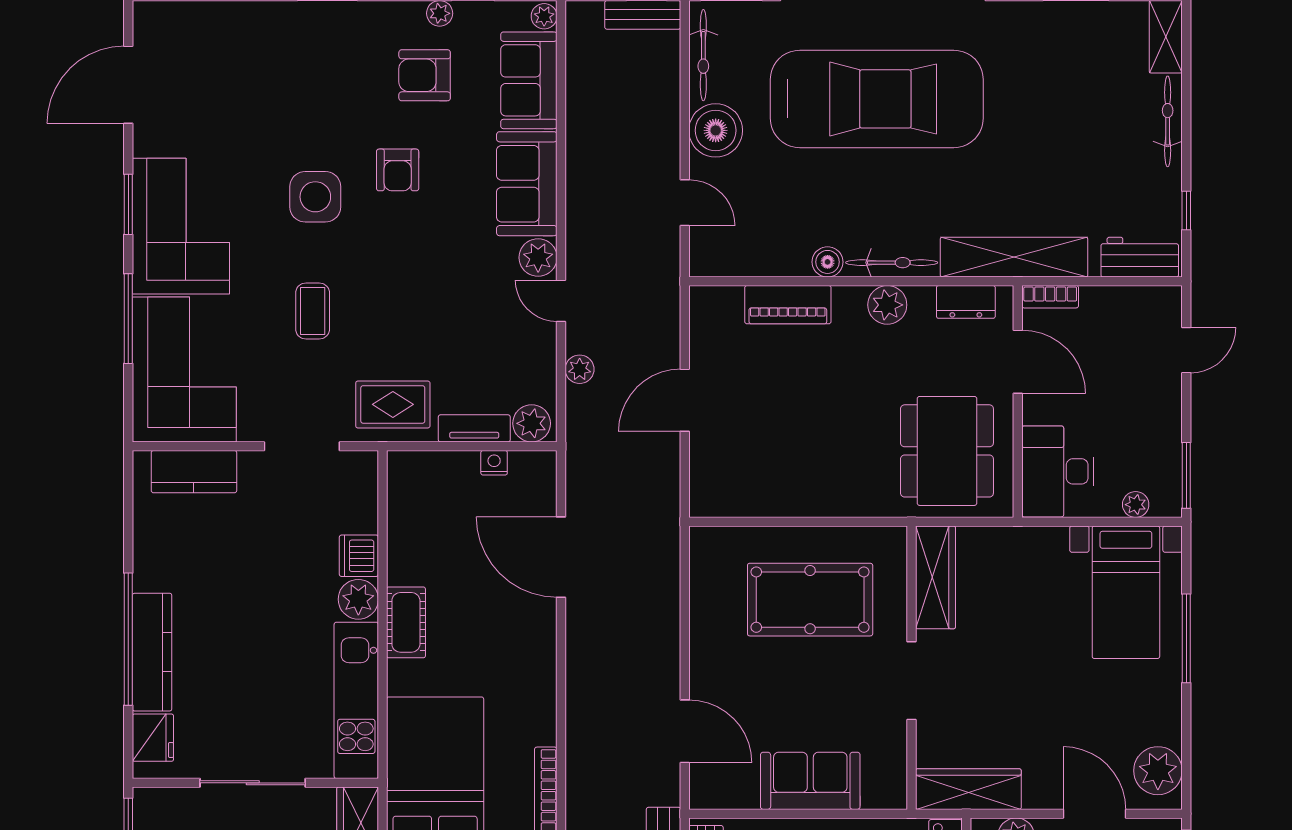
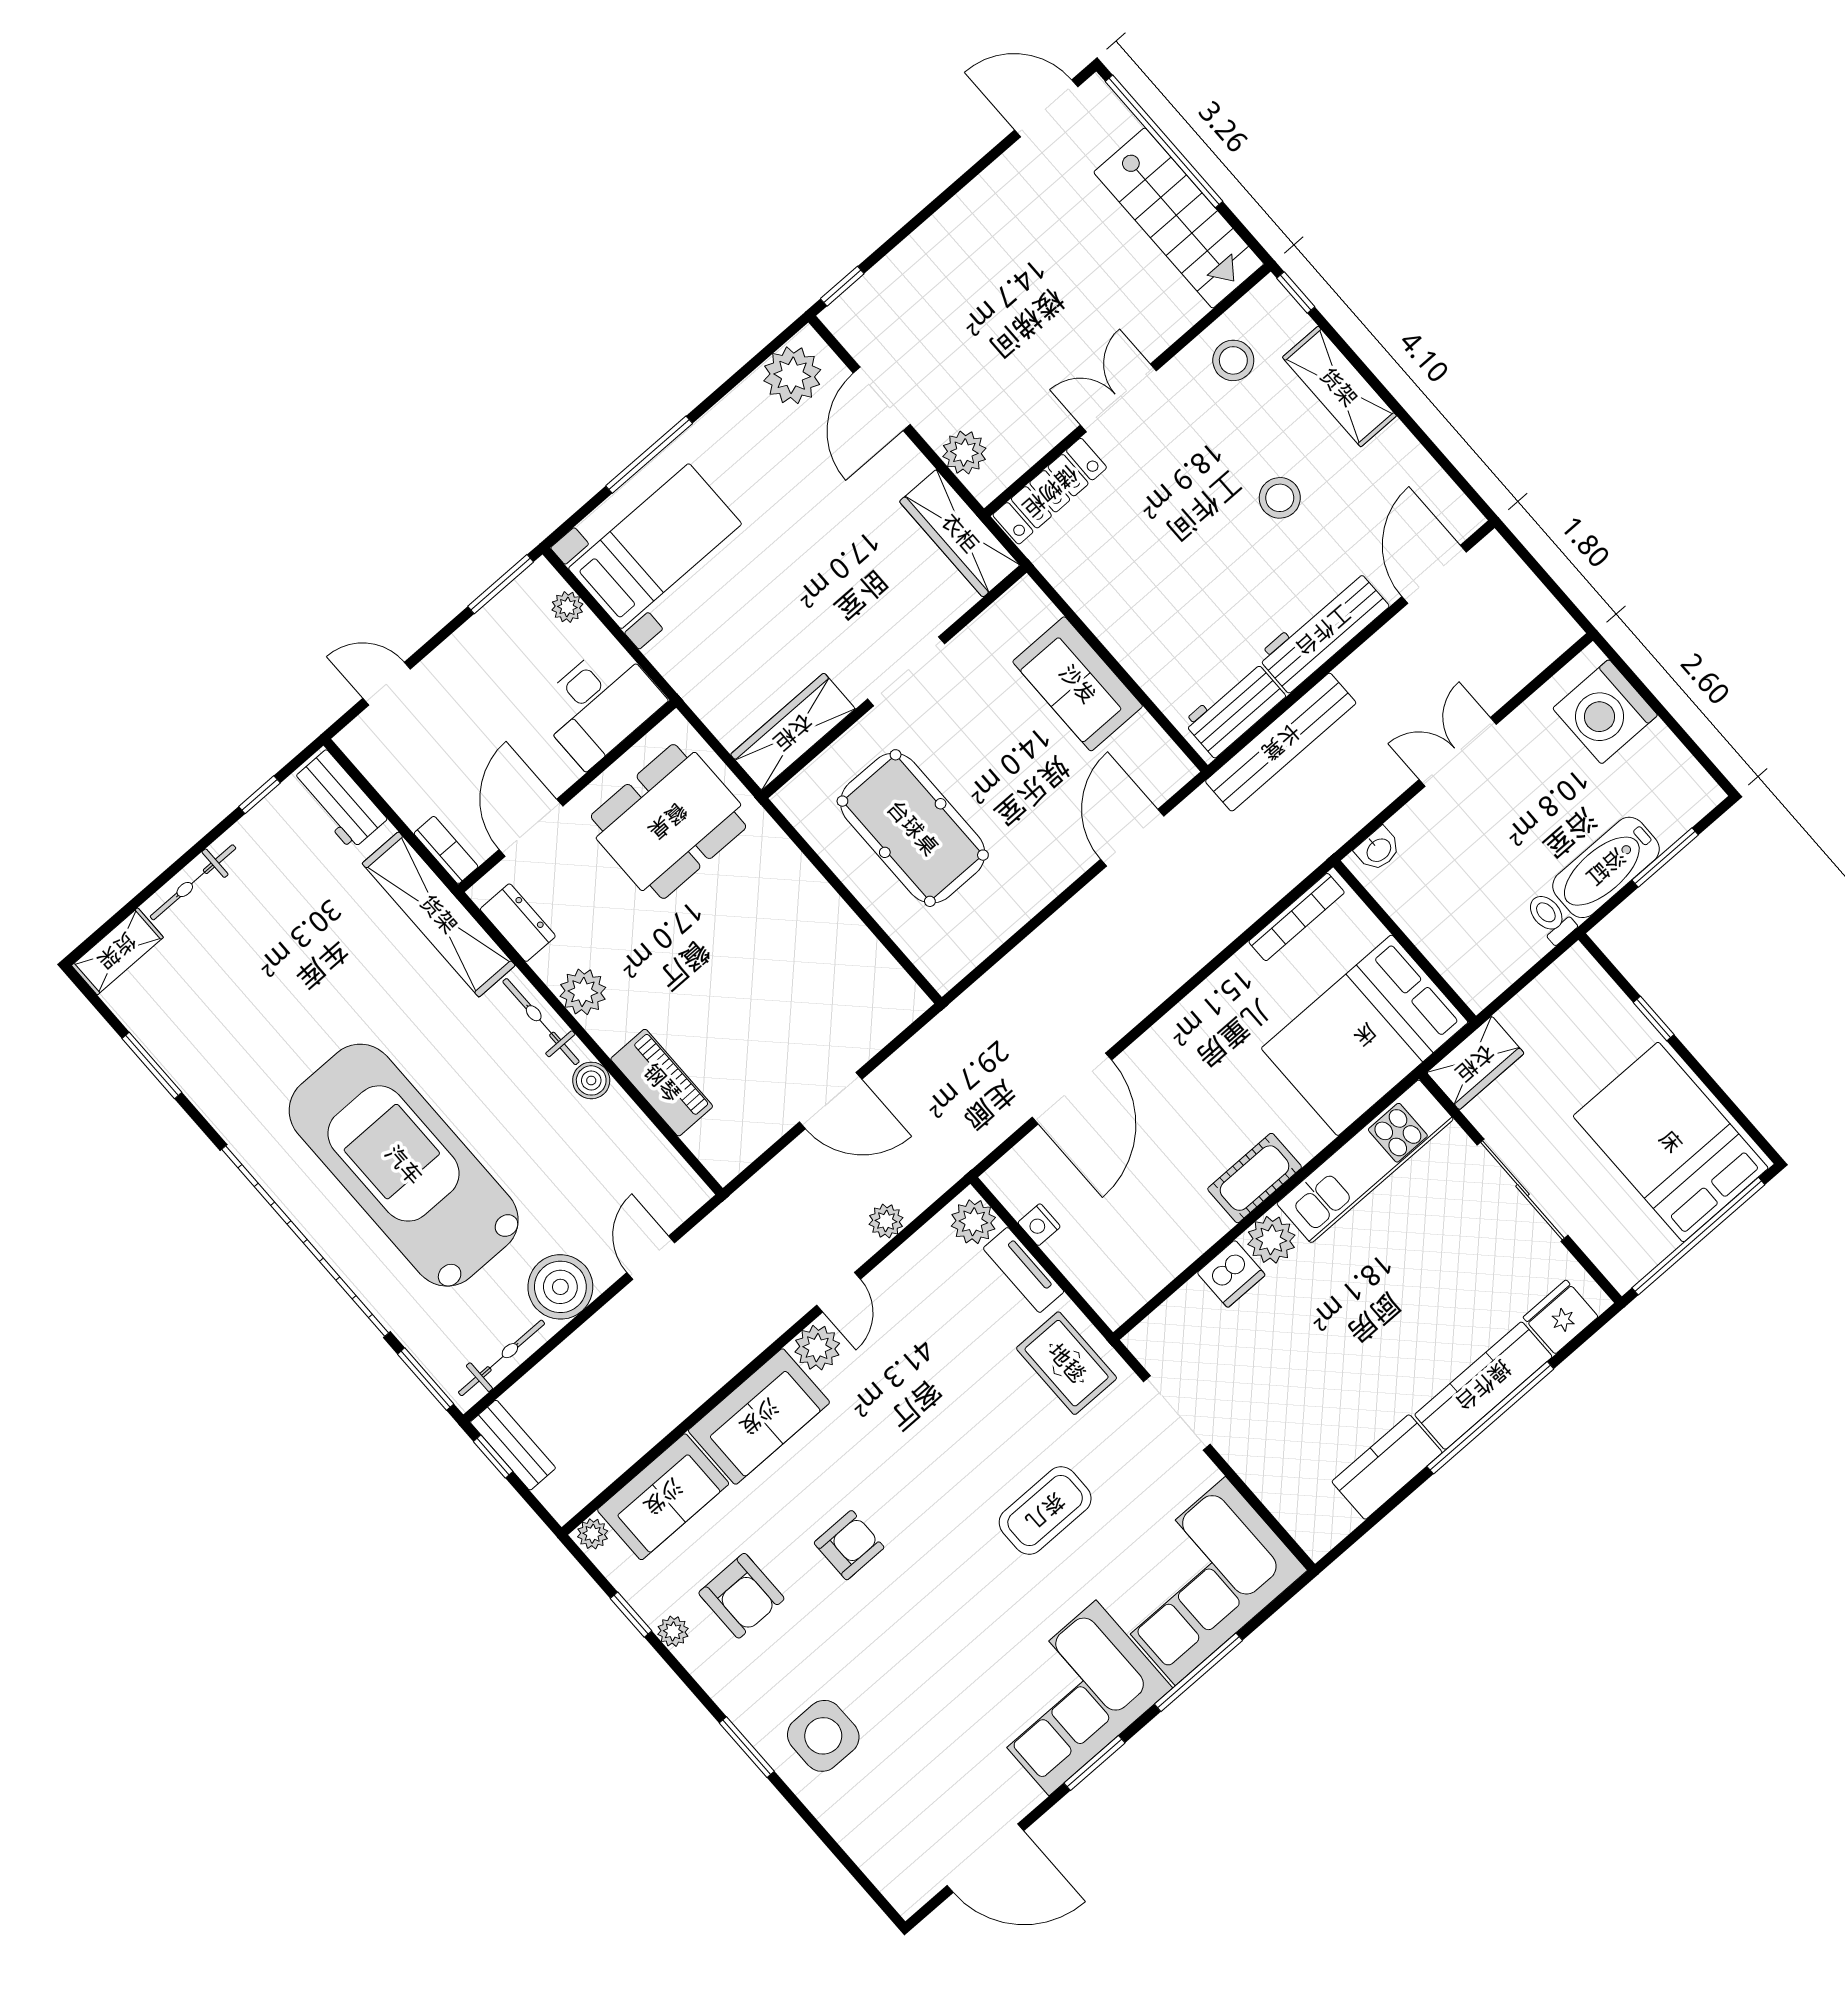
side table: (315, 197) -> (823, 1736), moved
coffee table: (313, 311) -> (1045, 1511), width x1.36, depth x1.30
kitchen counter: (194, 472) -> (1387, 1467), moved, turned -90

